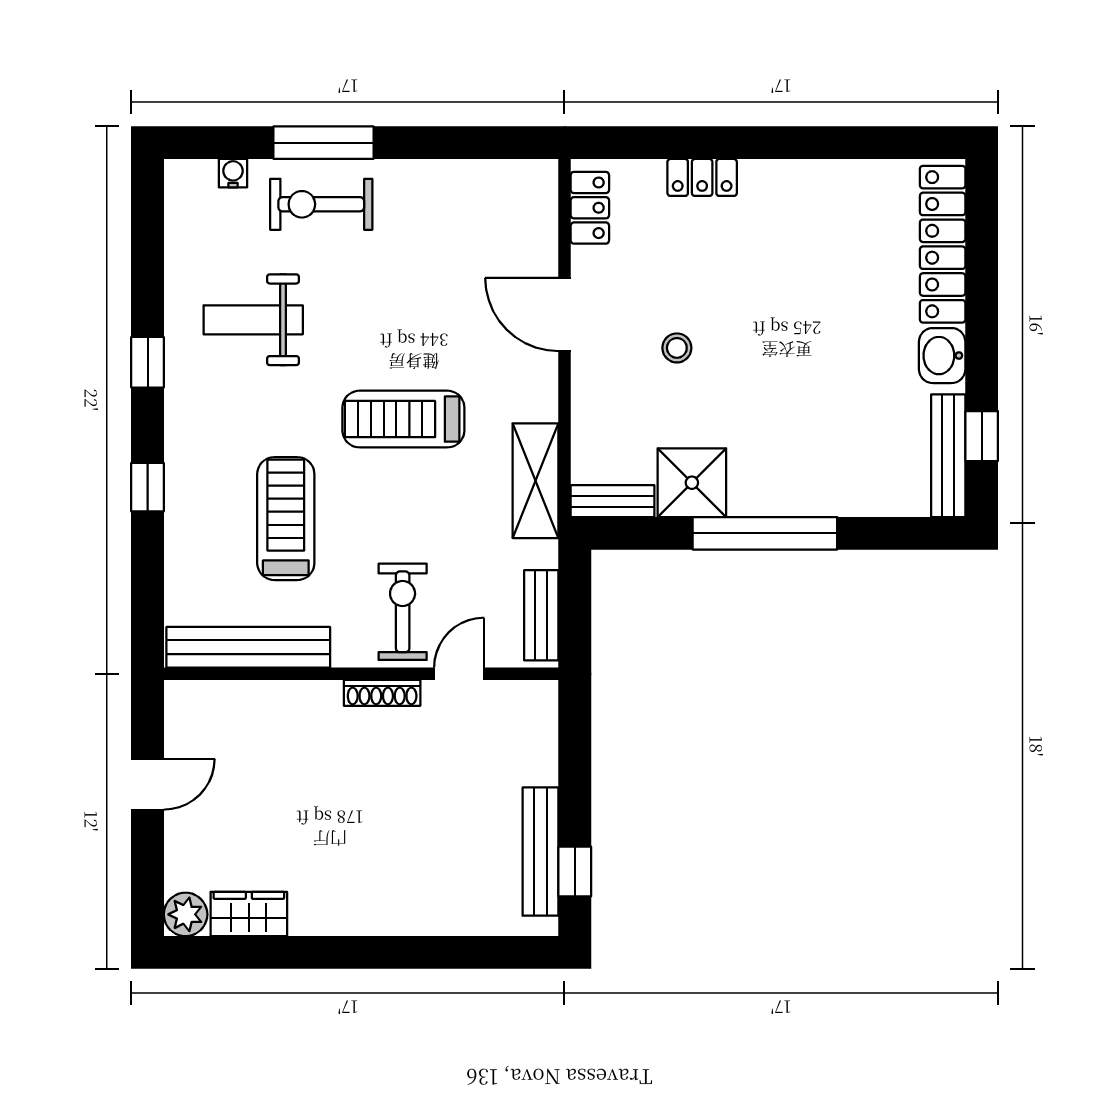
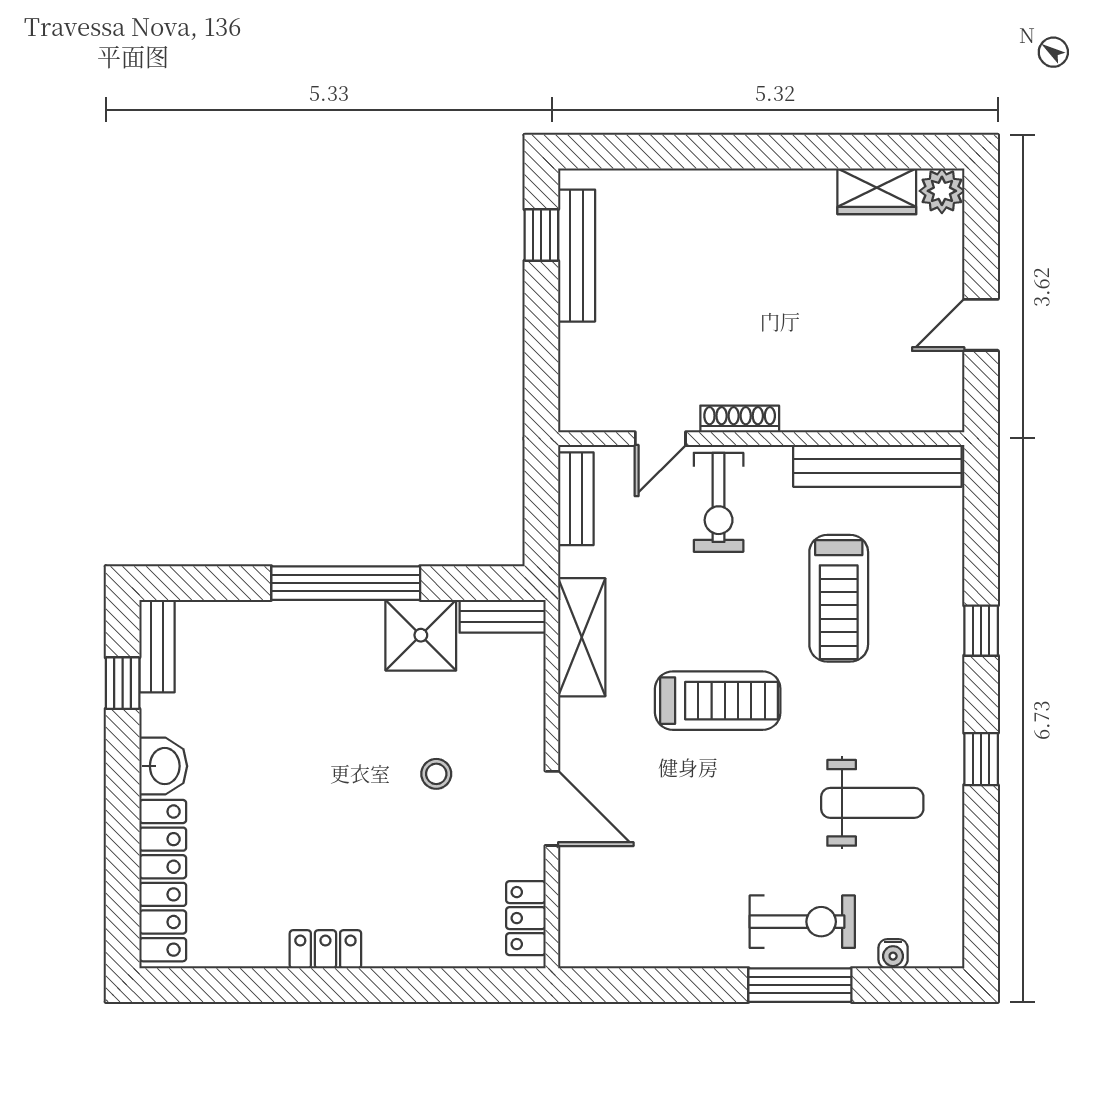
locker: (702, 177) -> (325, 949), moved
bench: (948, 456) -> (157, 646), width x0.73

